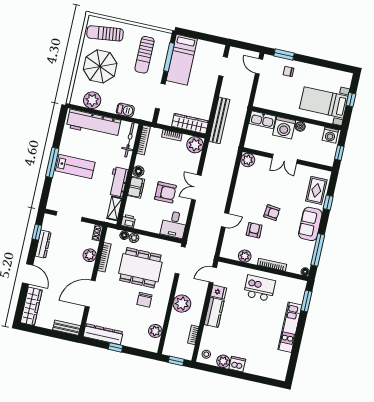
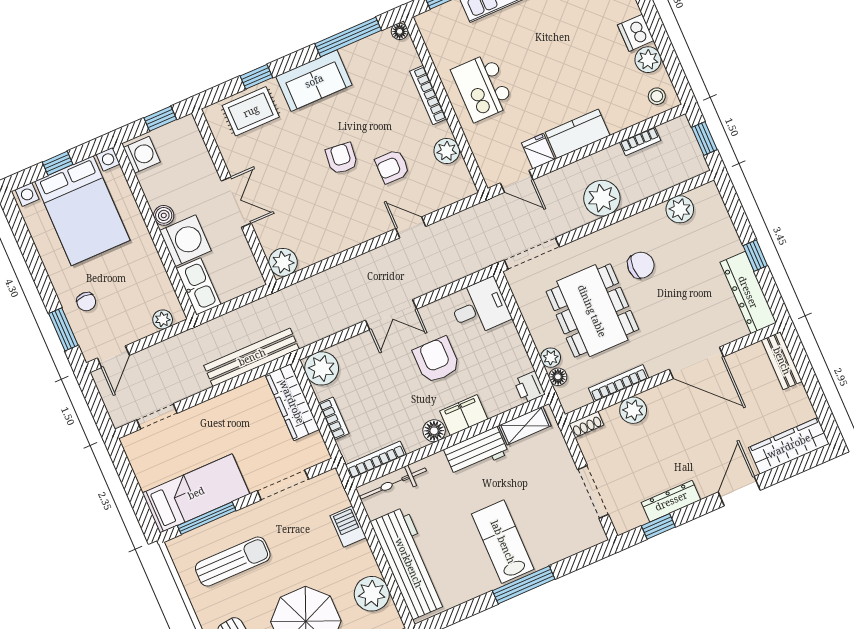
plant: (260, 96) -> (163, 319), added
bed with nightstands: (324, 102) -> (82, 211), width x1.36

